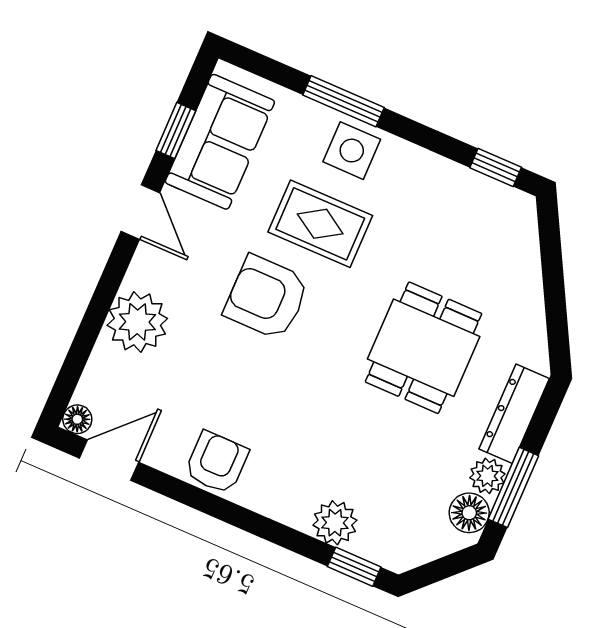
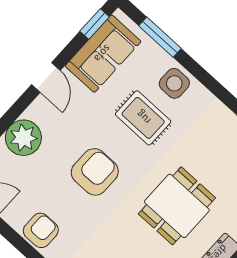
window: (344, 101) -> (160, 37), moved
window: (176, 131) -> (95, 24), moved
armchair: (267, 297) -> (95, 172), moved, turned 90

